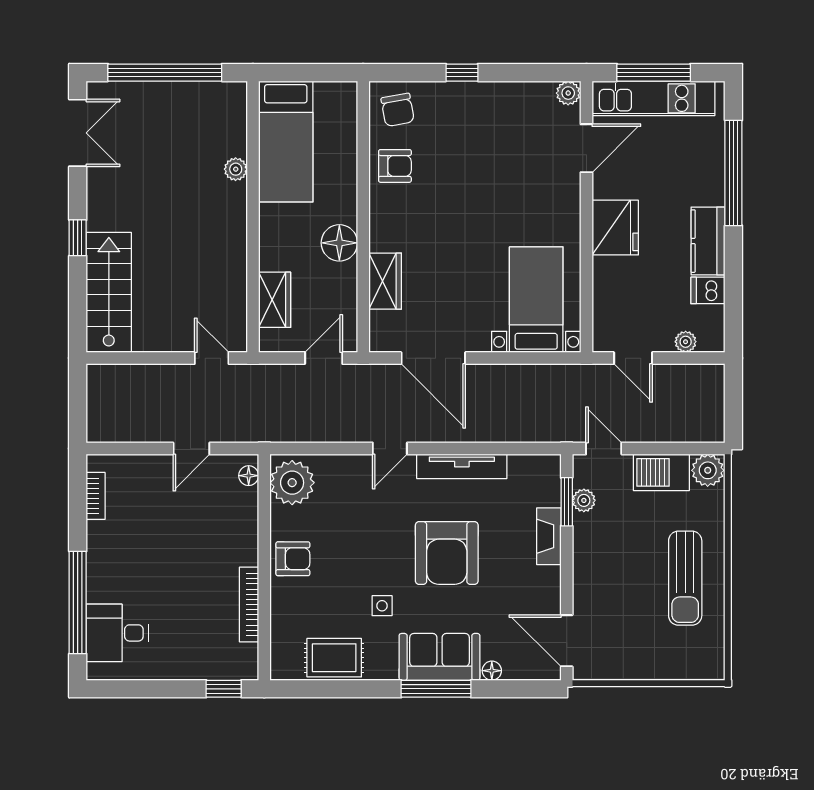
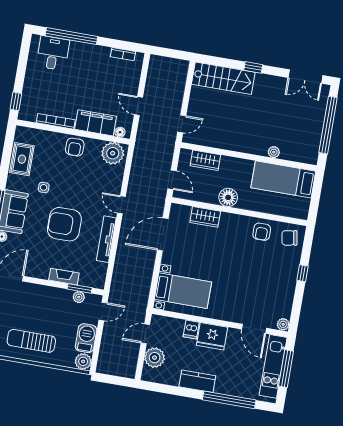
dishwasher: (708, 290) -> (191, 329), moved, turned 180
plant: (686, 342) -> (155, 358), width x1.88, depth x1.88
filing cabinet: (239, 526) -> (96, 123), added

